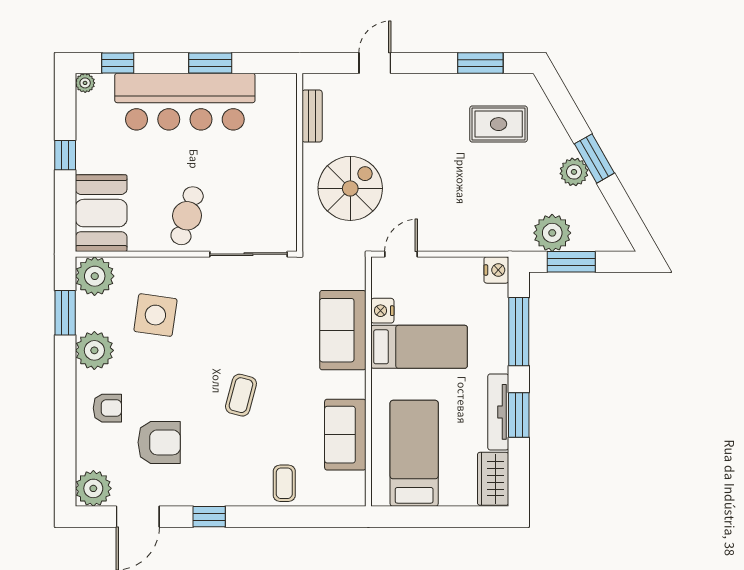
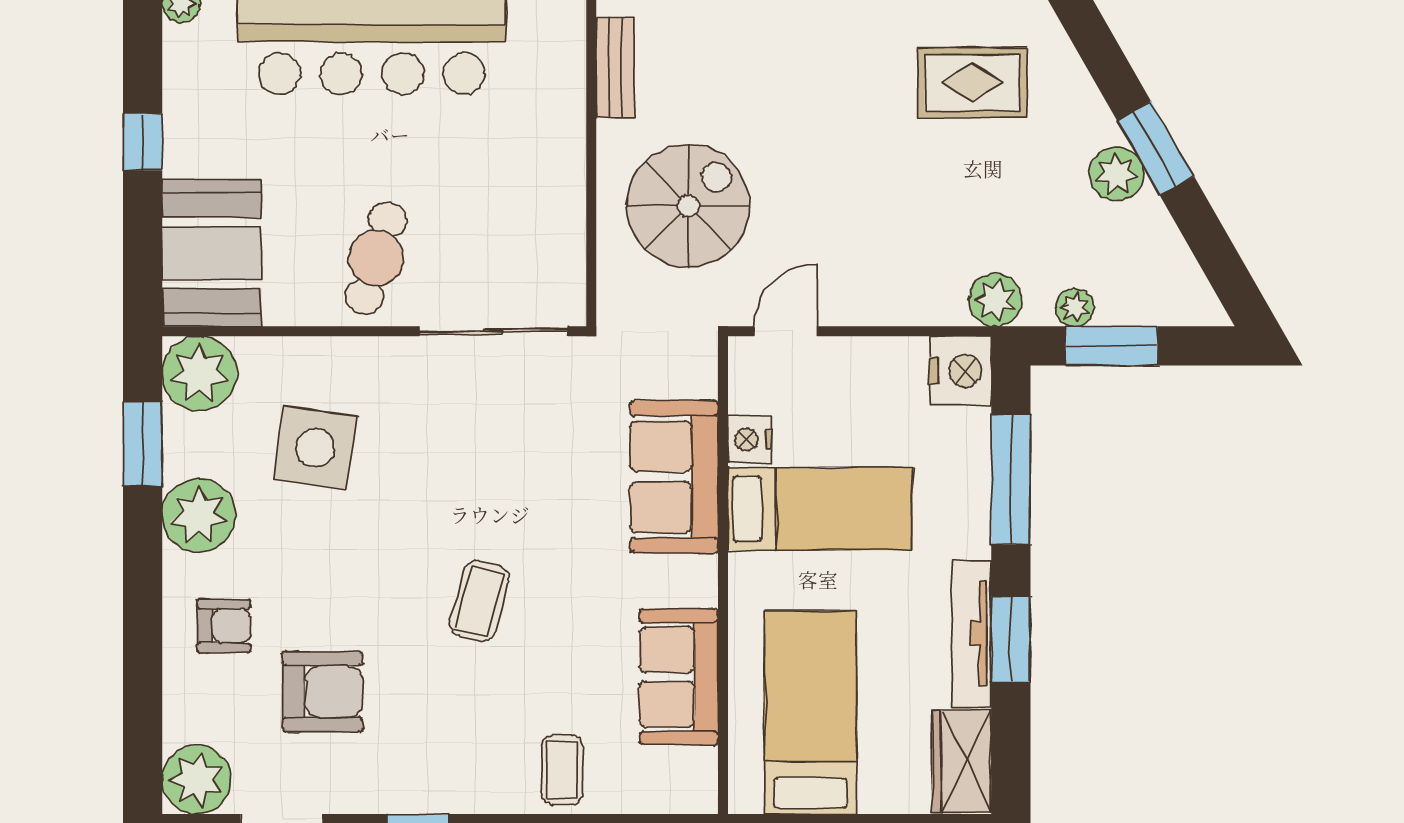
plant: (552, 233) -> (1075, 307), width x0.53, depth x0.53
plant: (511, 238) -> (995, 300), added
nightstand: (496, 270) -> (960, 371), width x1.36, depth x1.33

